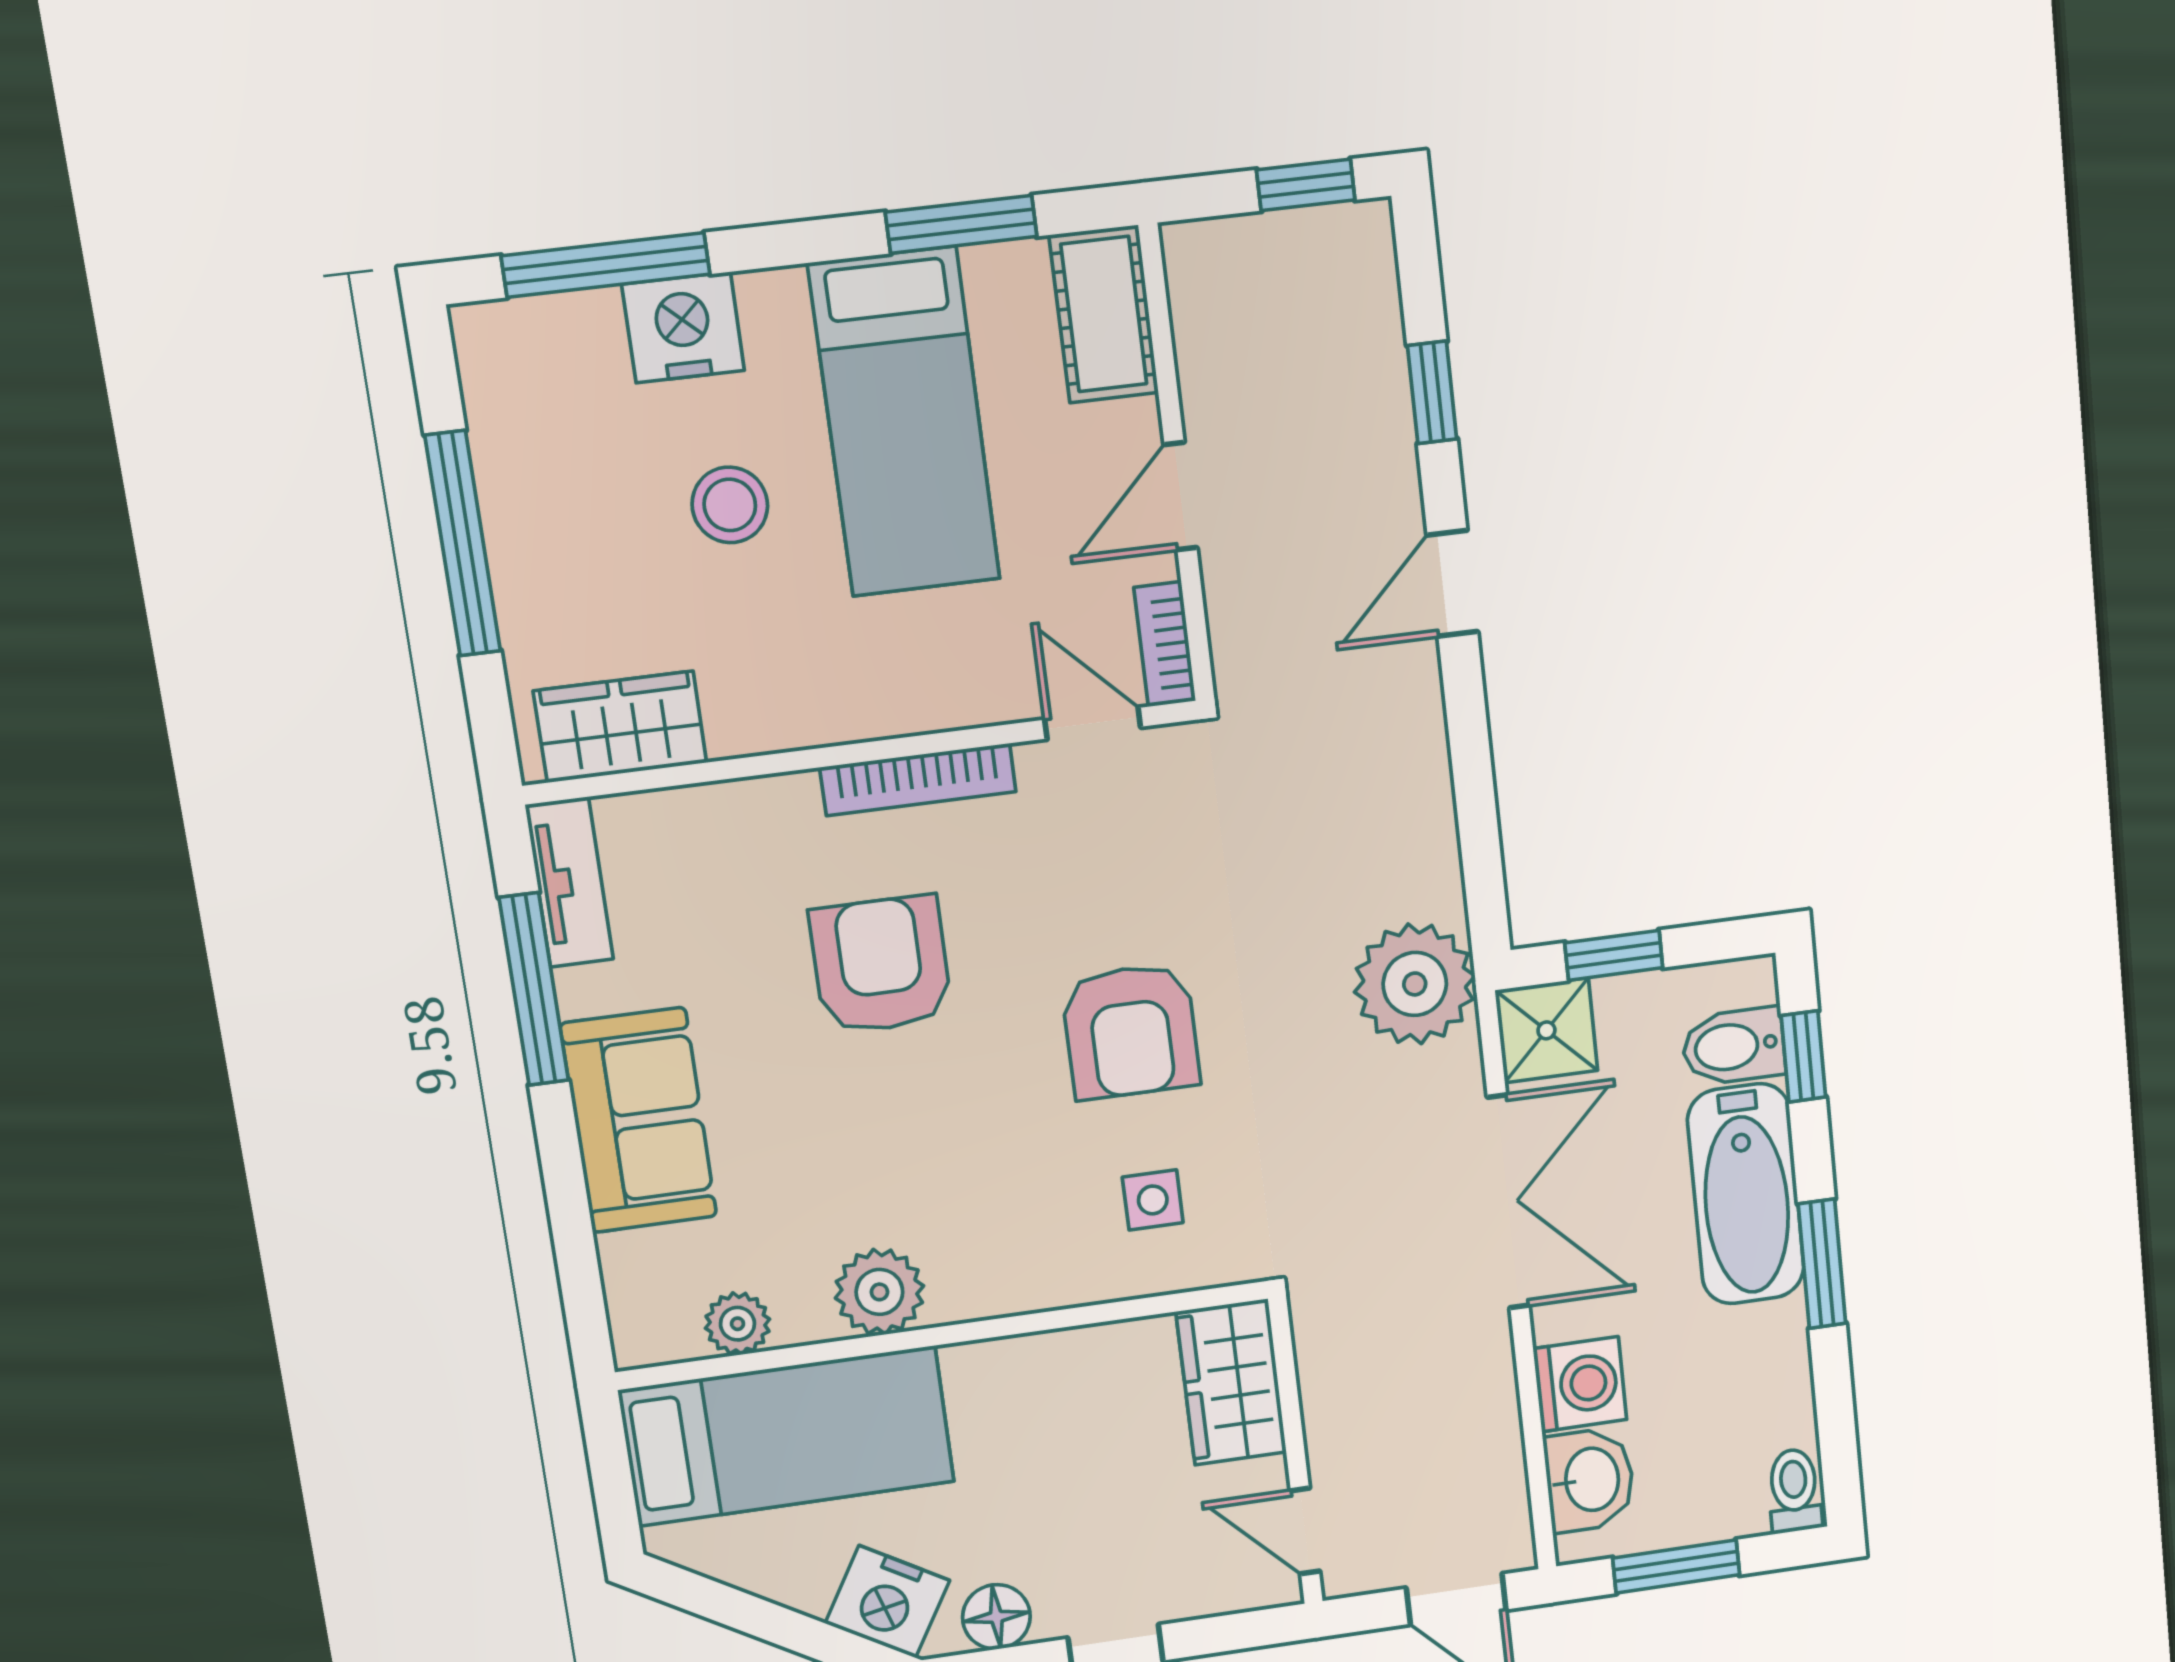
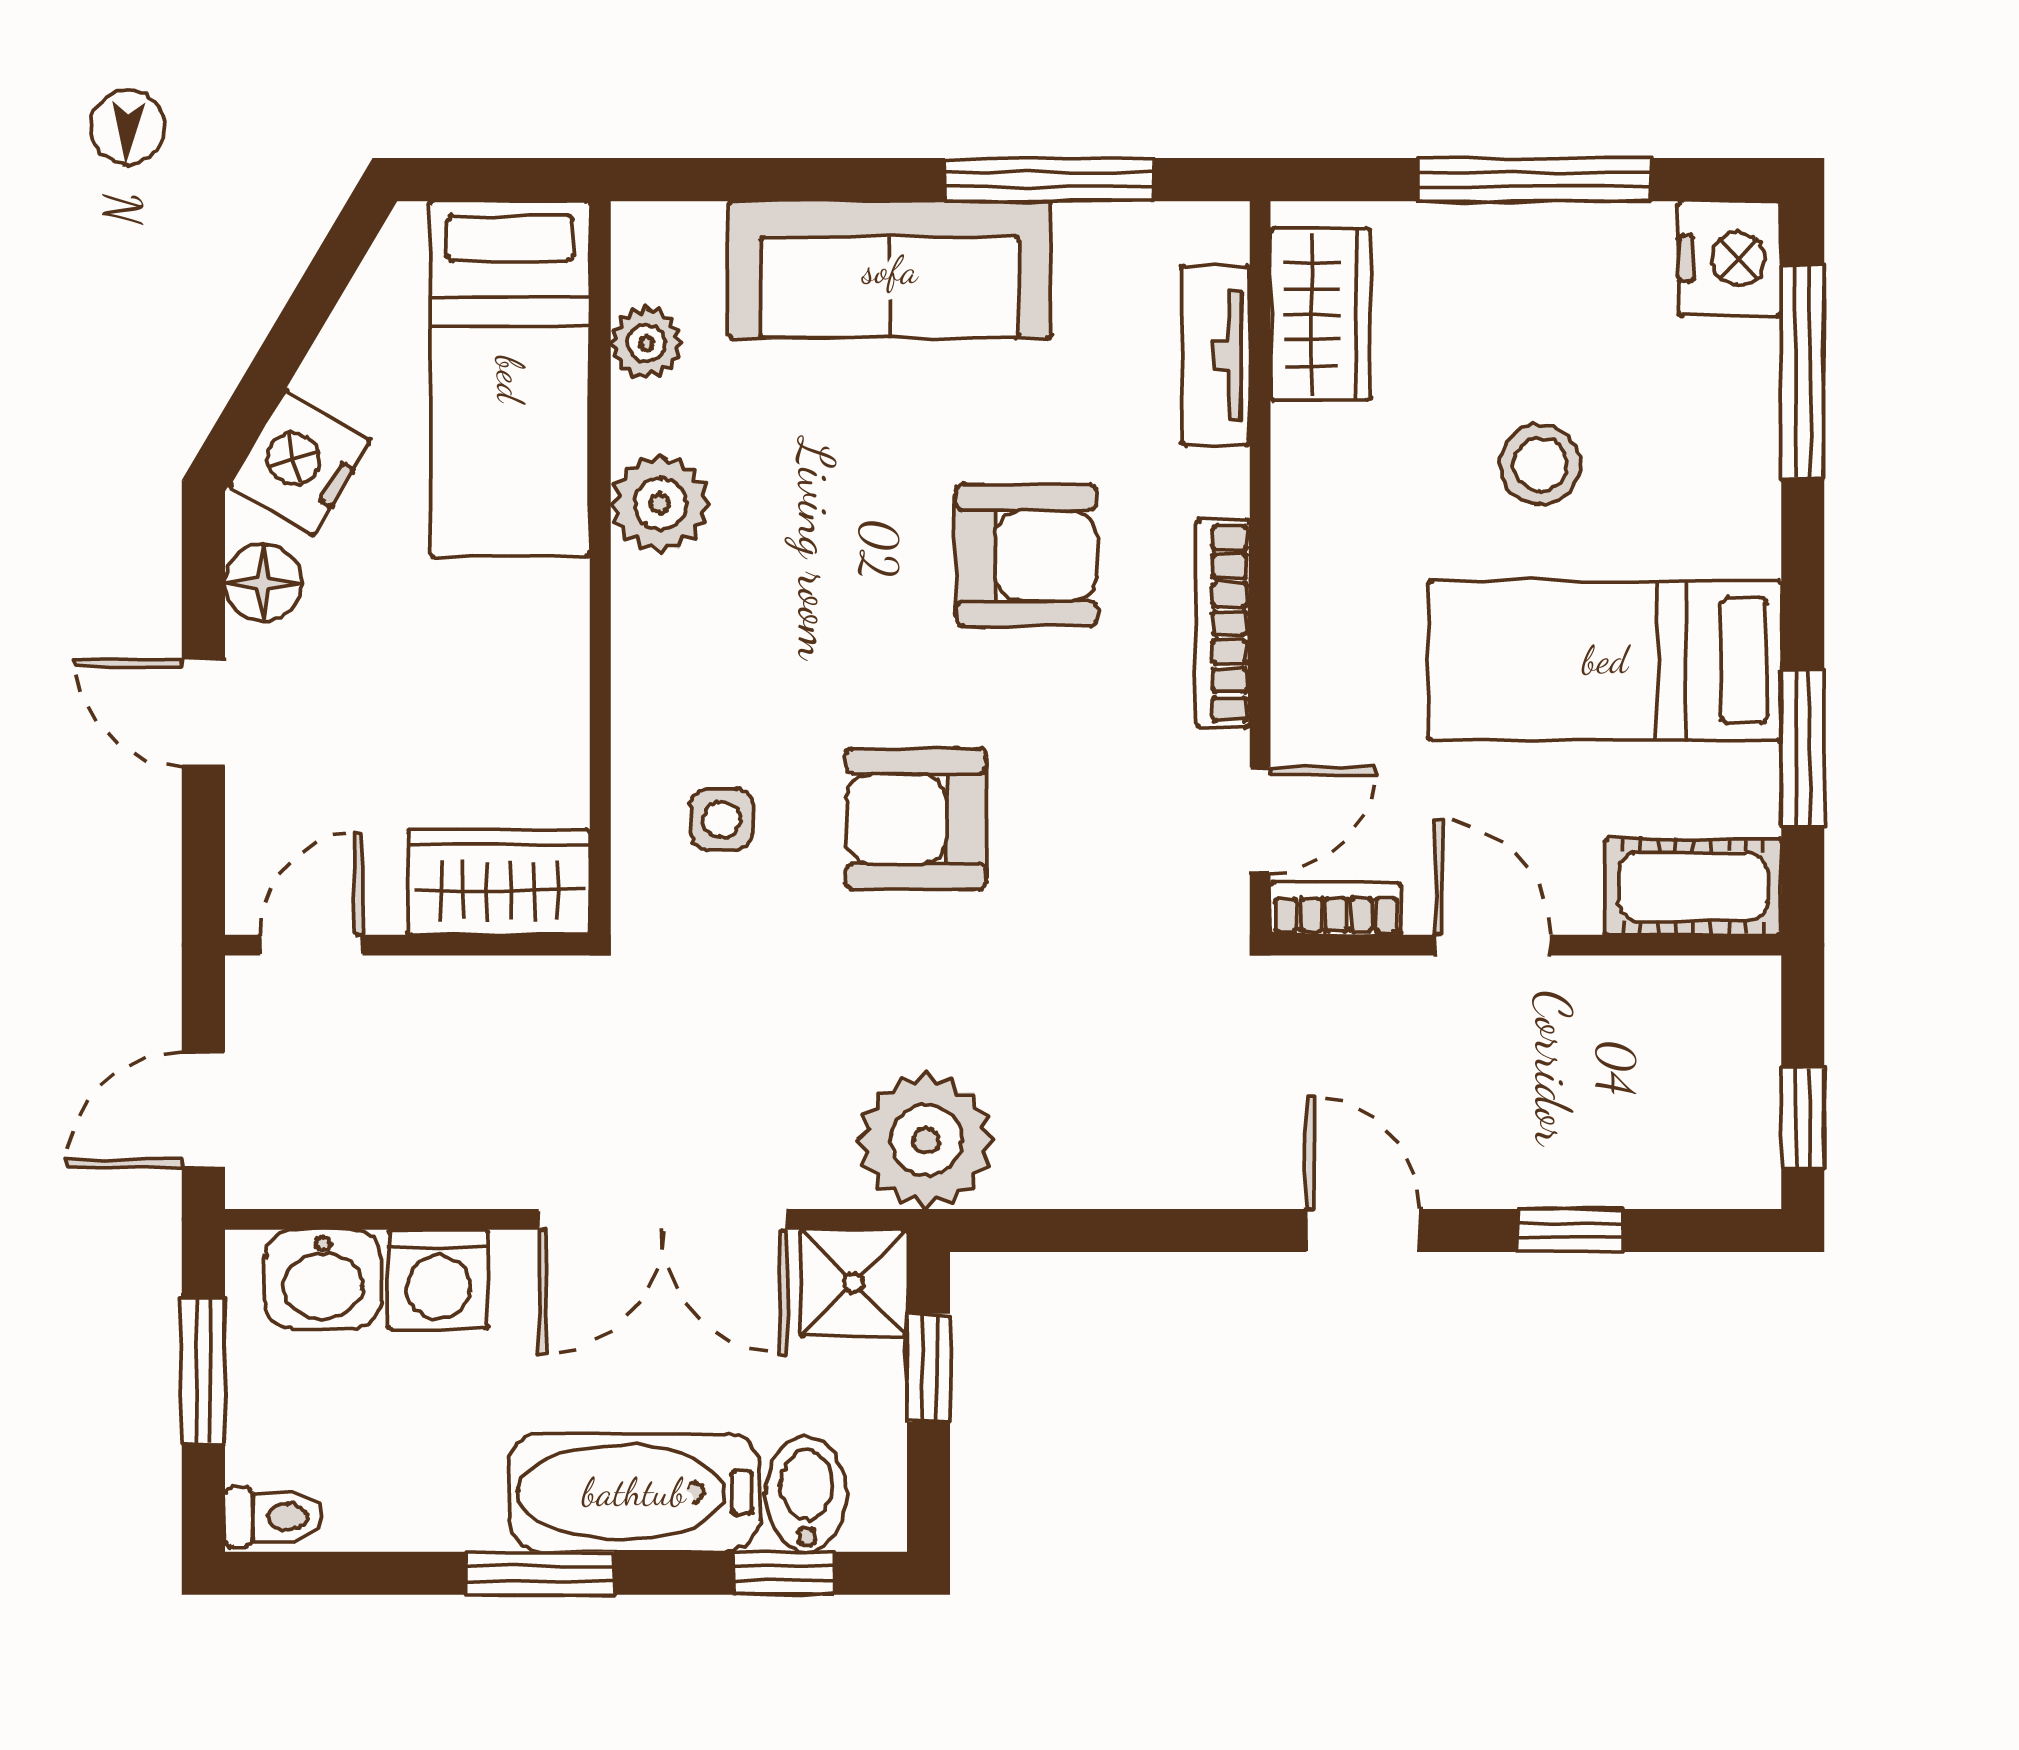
nightstand: (683, 327) -> (1730, 258), moved
tv unit: (569, 882) -> (1216, 355), moved, turned 90
sofa: (639, 1120) -> (890, 270), width x1.36

